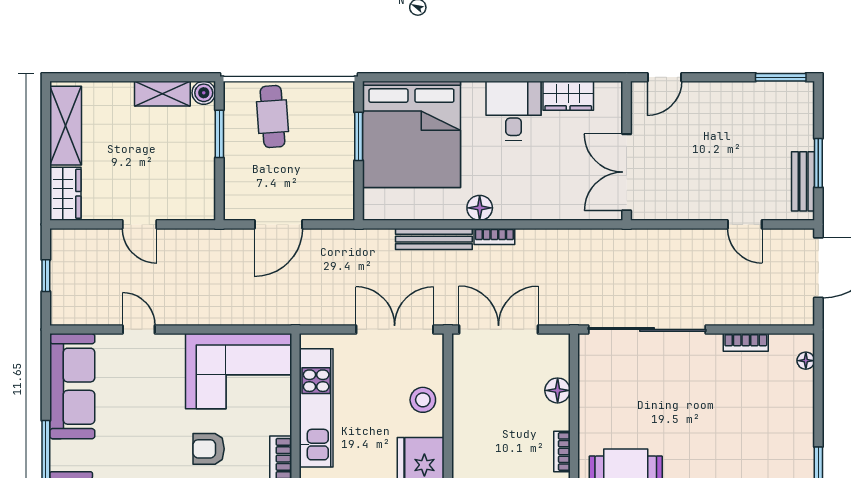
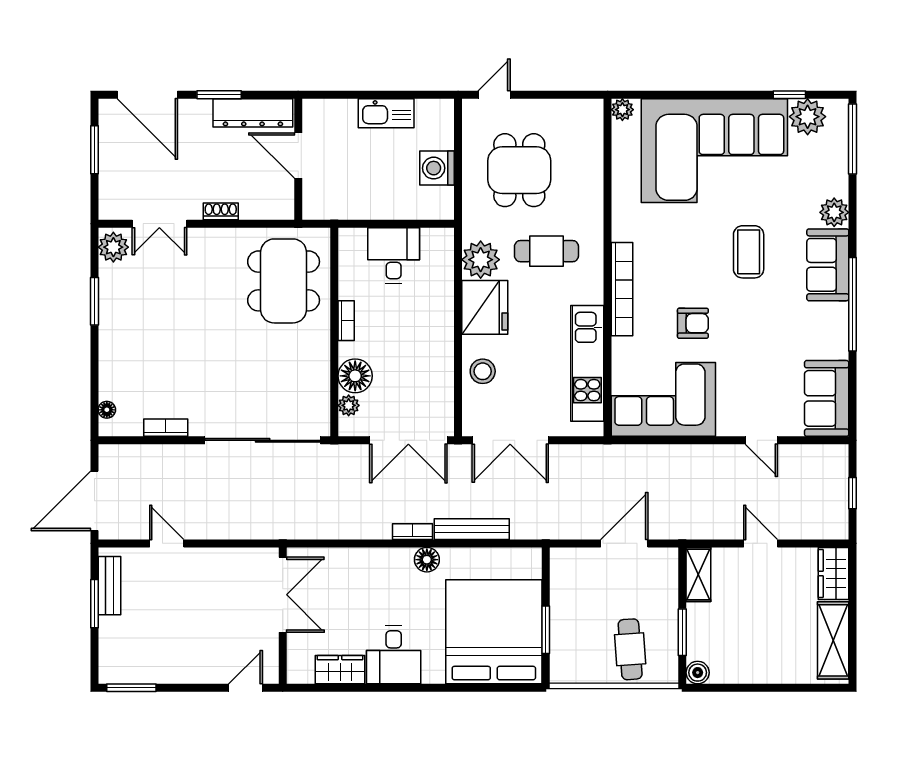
shelving: (162, 94) -> (698, 575), moved, turned 90
plant: (559, 365) -> (349, 405), added
sofa: (72, 386) -> (827, 398), width x0.73
floor lamp: (558, 390) -> (355, 376), width x1.38, depth x1.38

